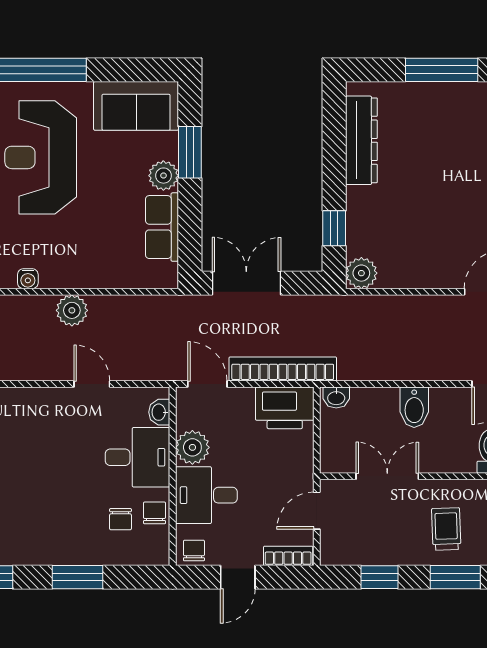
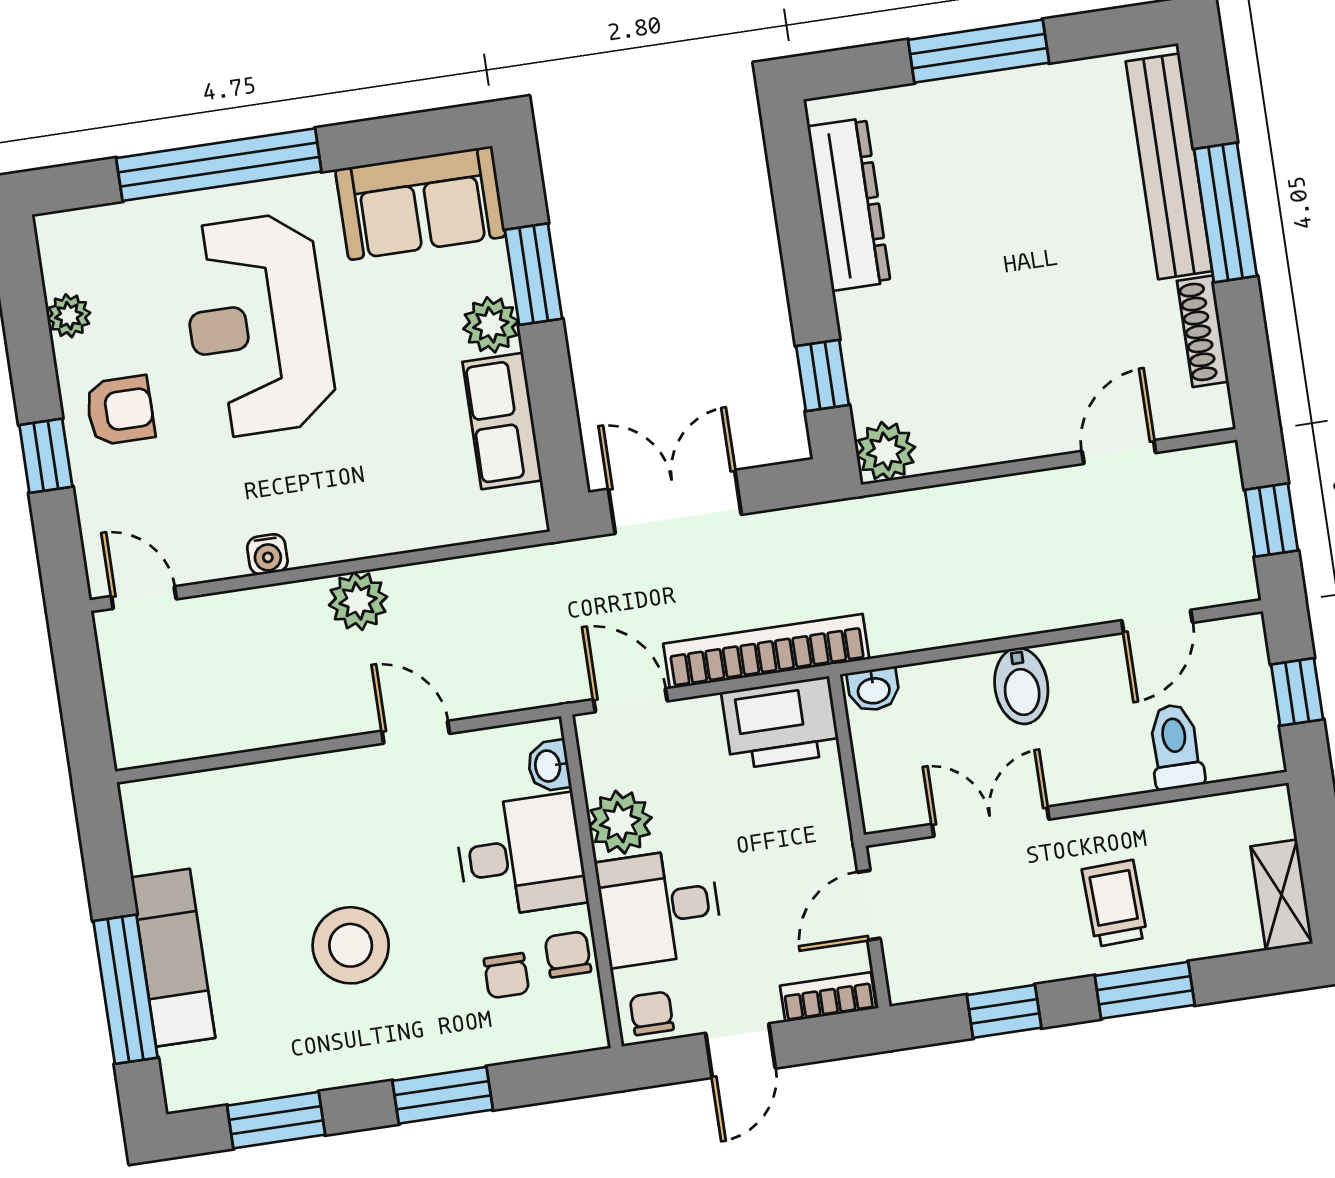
stool: (41, 491) -> (351, 945), added

